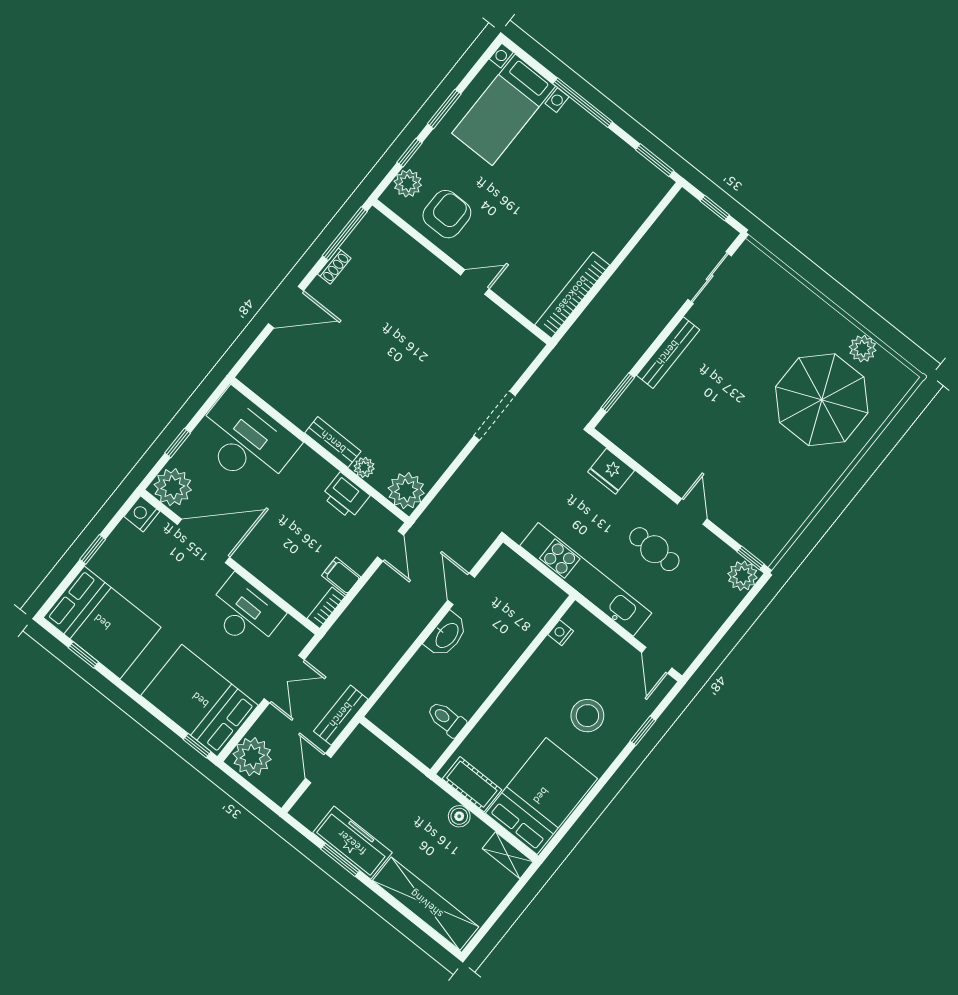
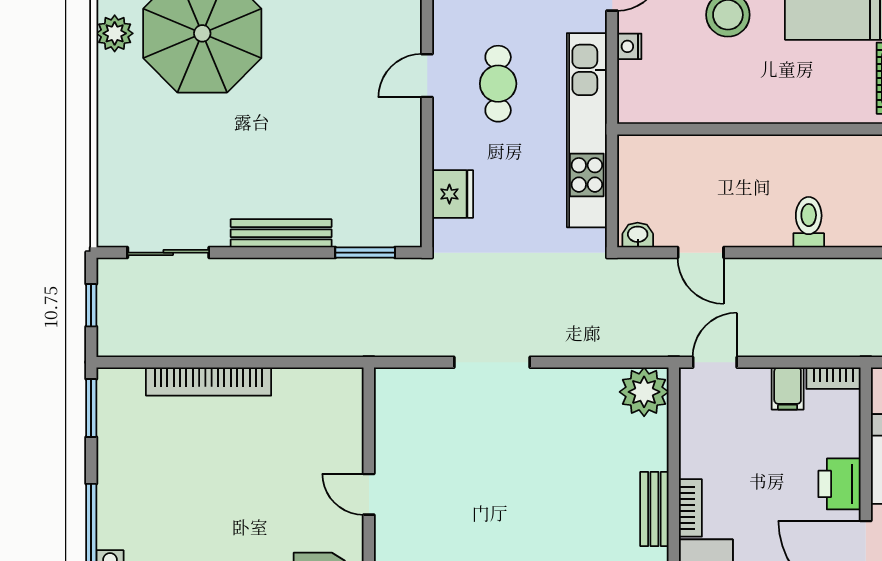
bookcase: (572, 295) -> (209, 382), moved
bookcase: (317, 464) -> (690, 508), added
plant: (364, 467) -> (655, 455), removed
printer: (346, 496) -> (839, 484), moved, turned 180
door: (461, 589) -> (701, 253), hinge flipped
nightstand: (561, 633) -> (629, 46), moved, turned 90
washbasin: (446, 635) -> (638, 235), moved, width x0.52, depth x0.69
toilet: (446, 719) -> (809, 222), moved, turned 180

